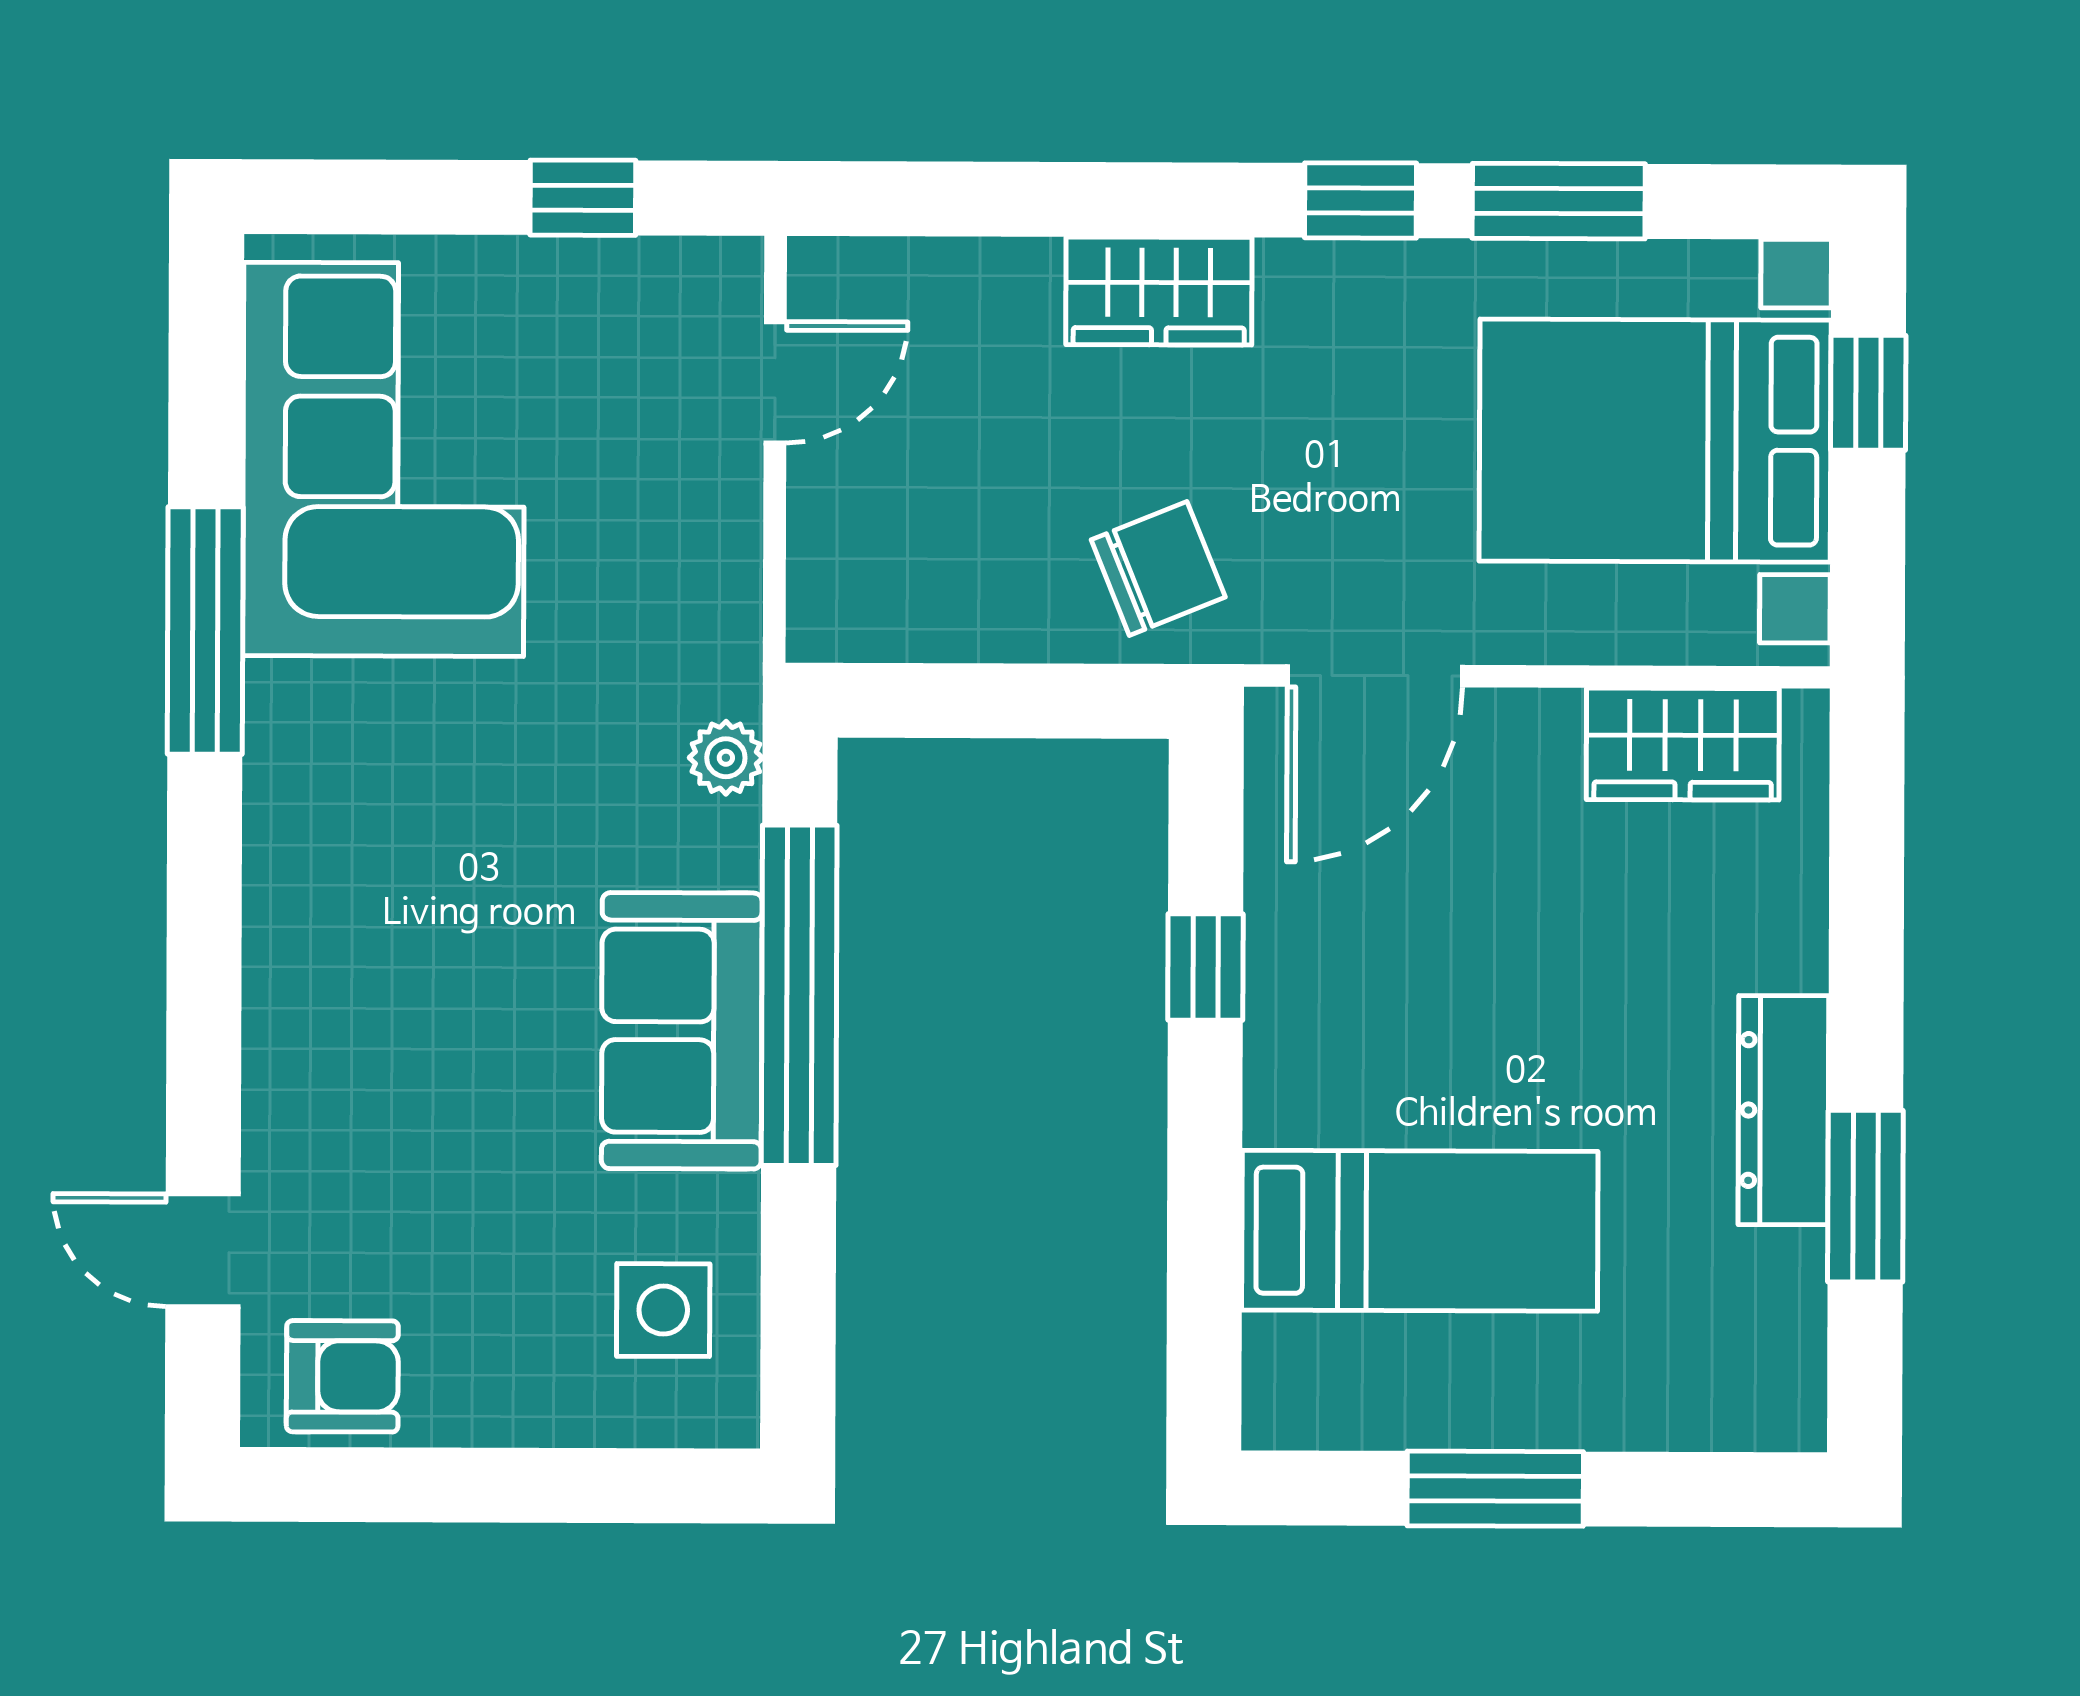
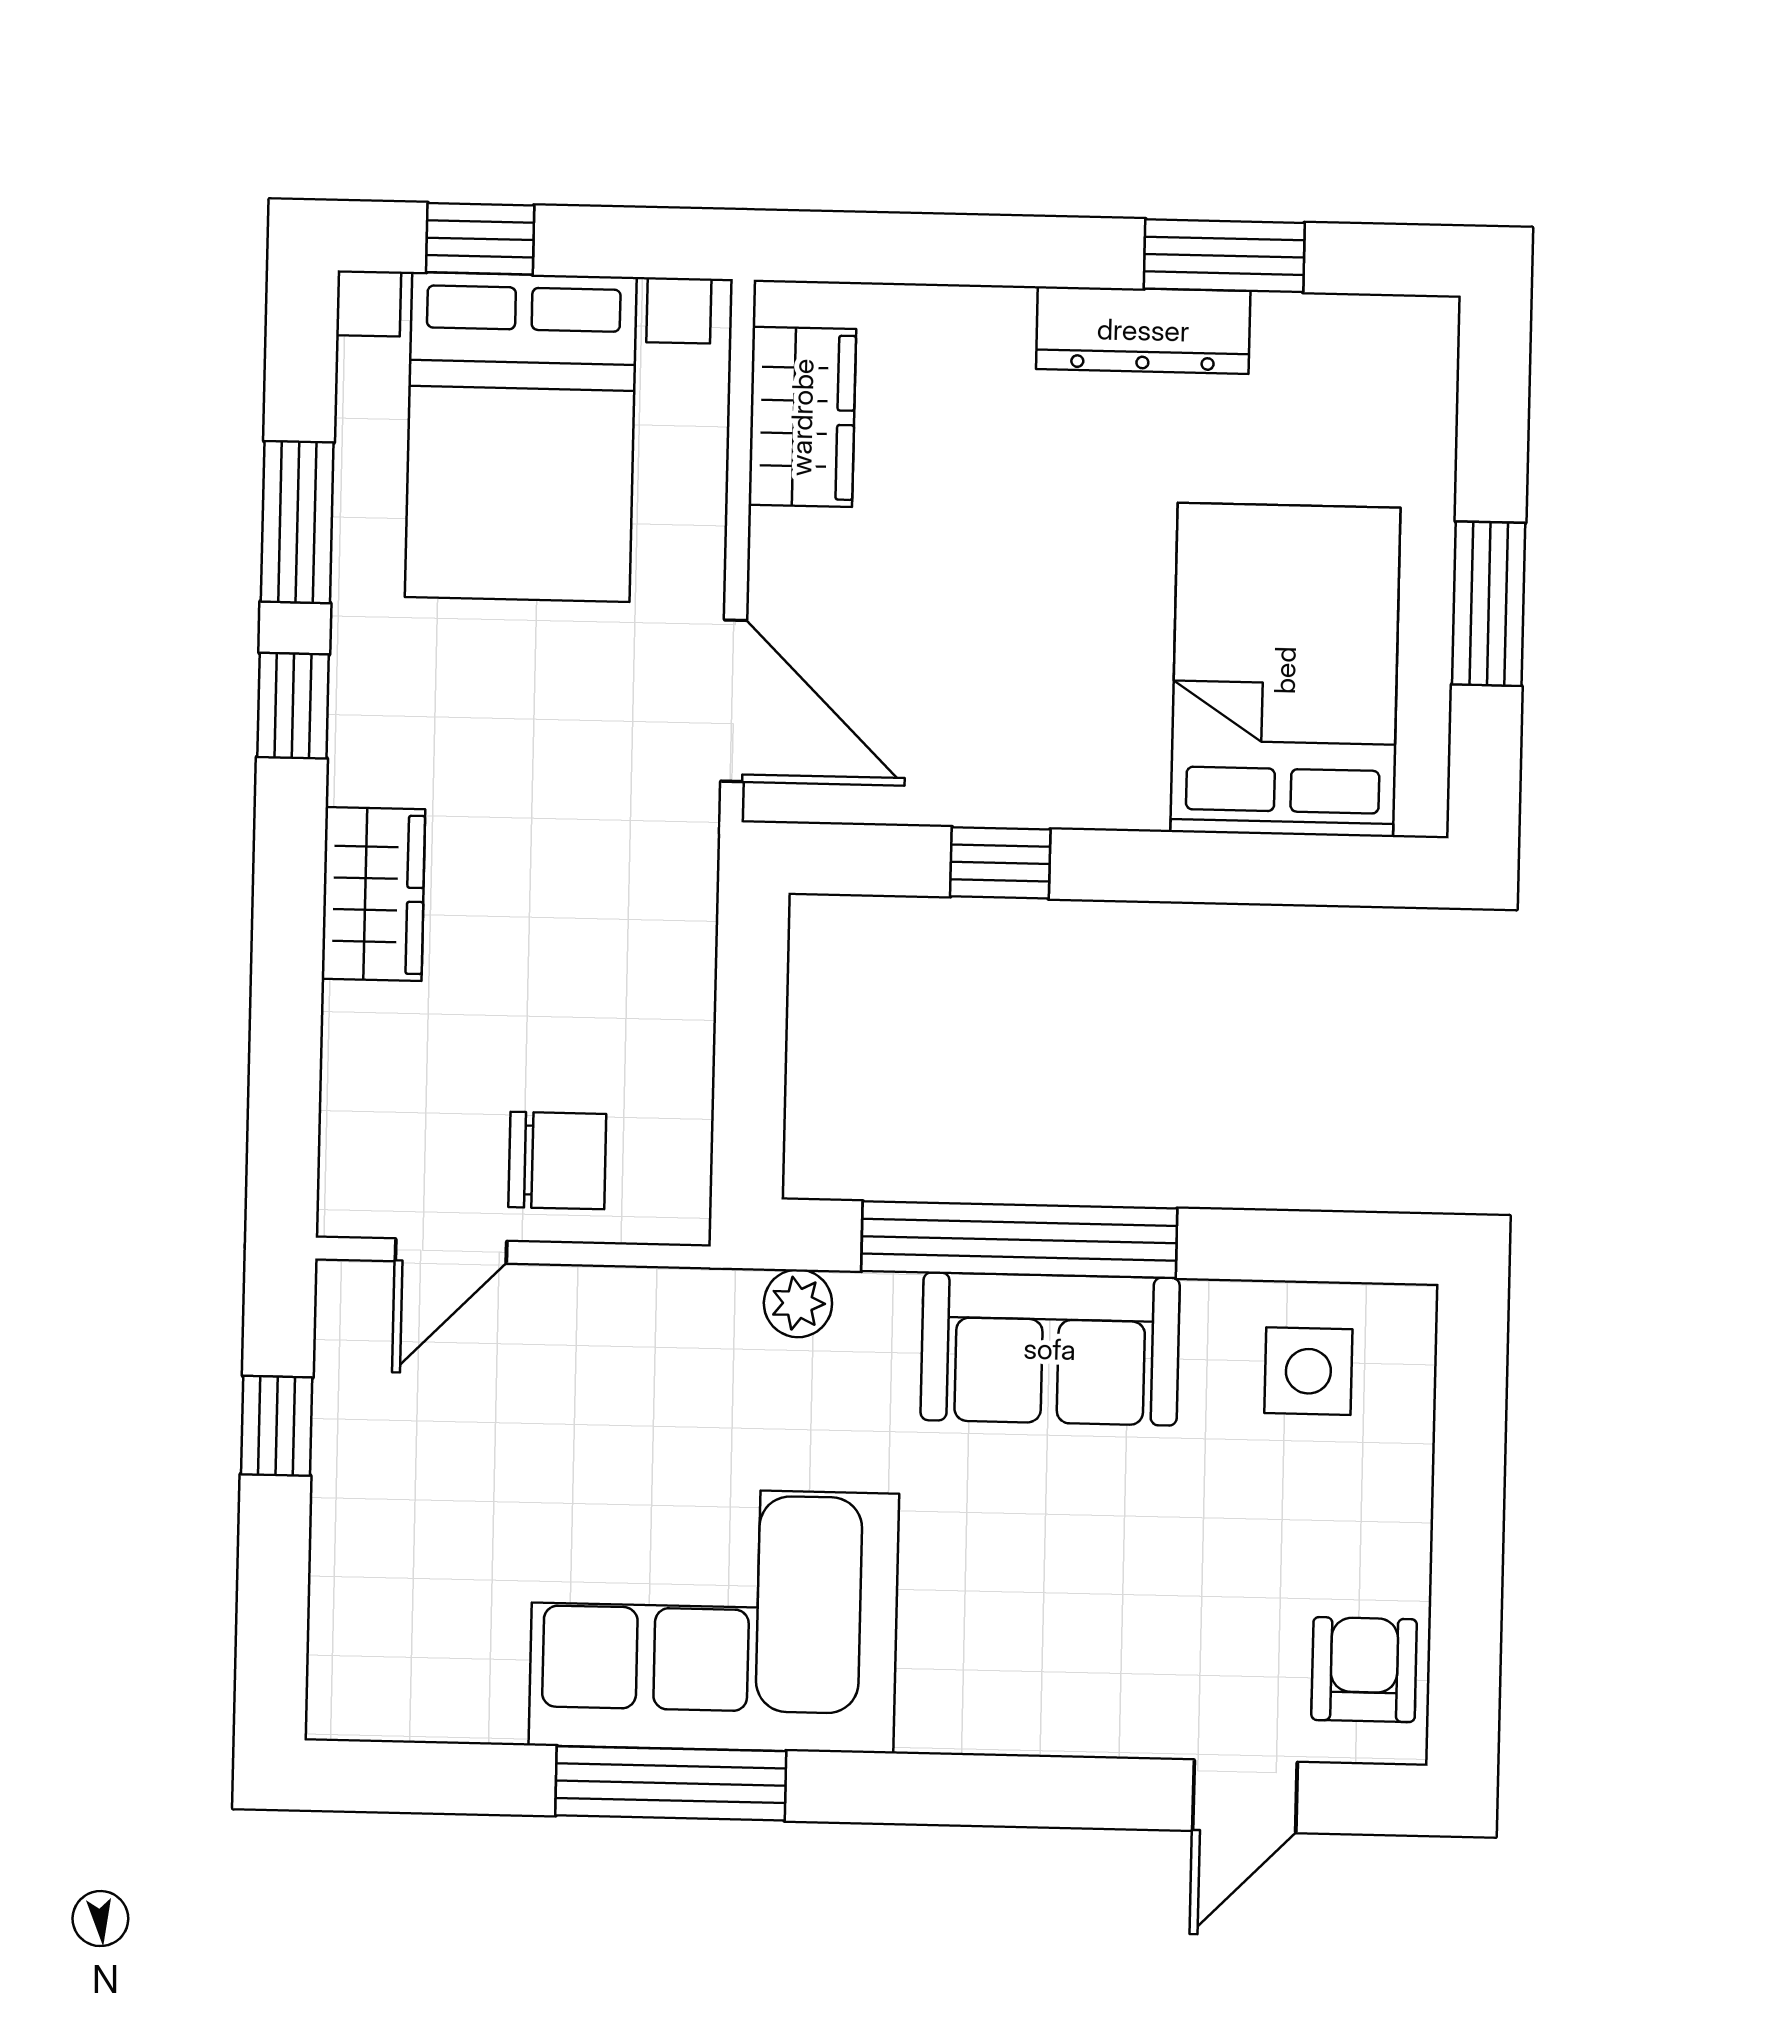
door: (775, 382) -> (451, 1251), swing flipped
corner sofa: (384, 459) -> (714, 1619), moved
chair: (1158, 568) -> (557, 1161), moved, turned 112
bed: (1420, 1231) -> (1285, 670), width x1.50

